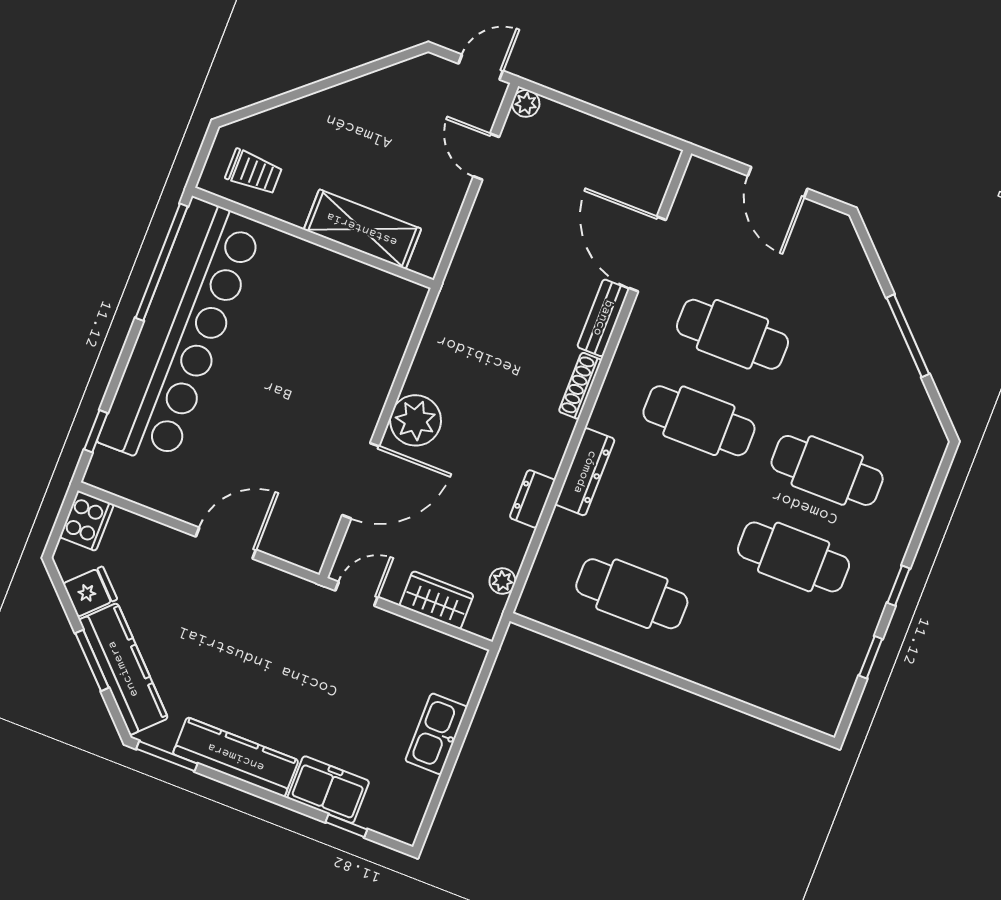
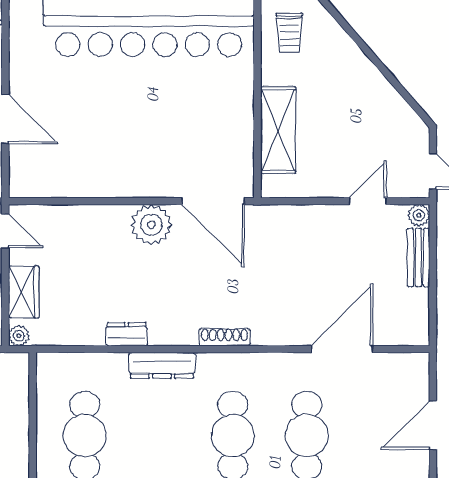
bench: (603, 318) -> (418, 258), moved, turned 90
door: (361, 481) -> (213, 201), moved
plant: (502, 581) -> (19, 336), moved

